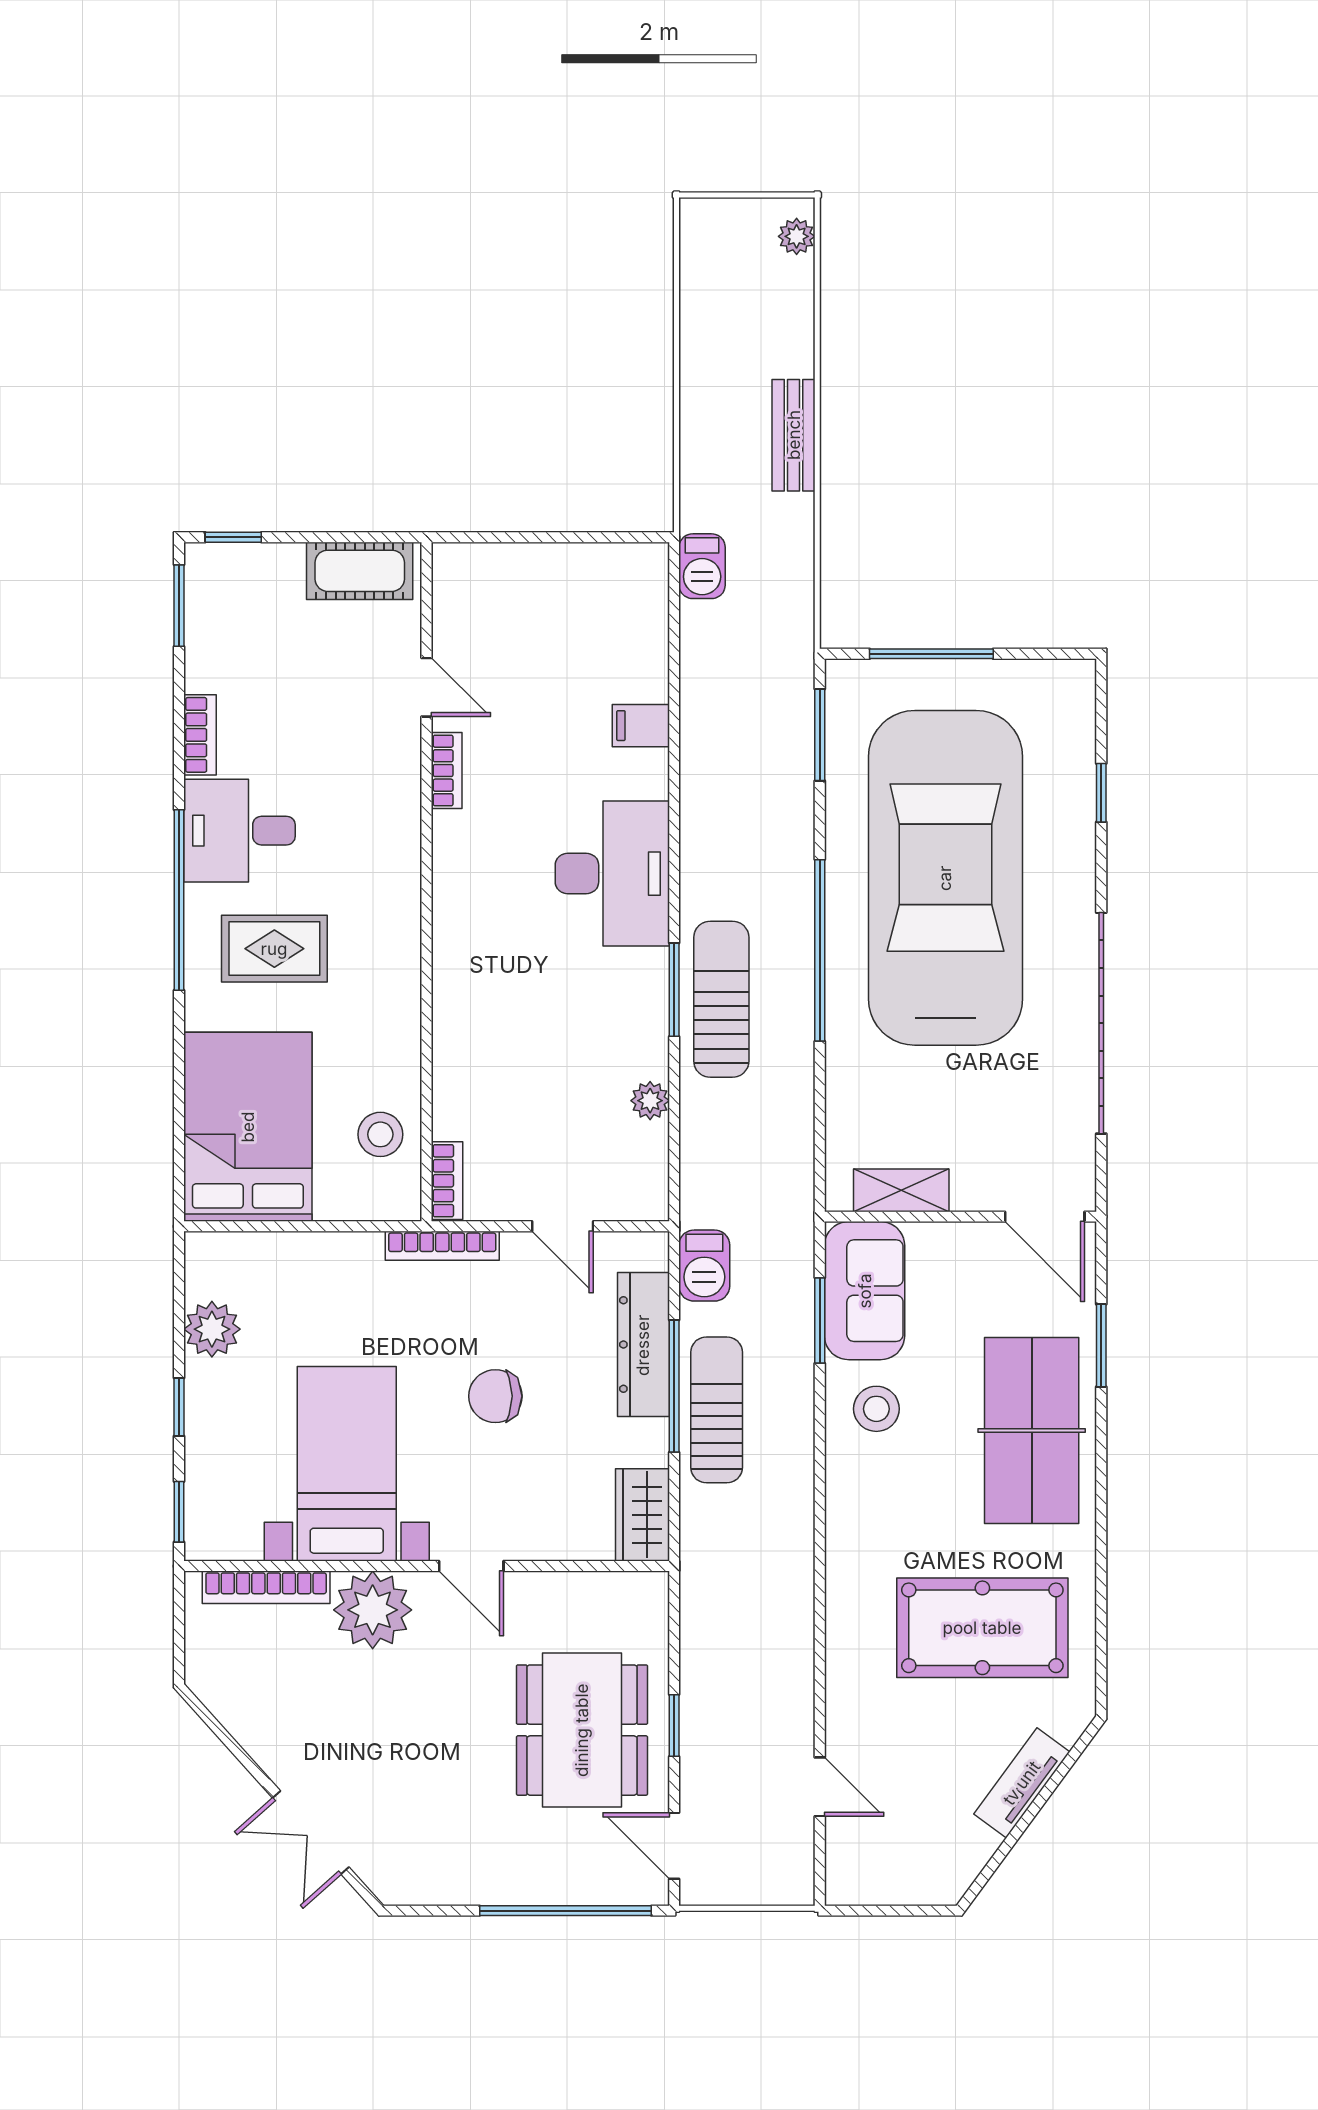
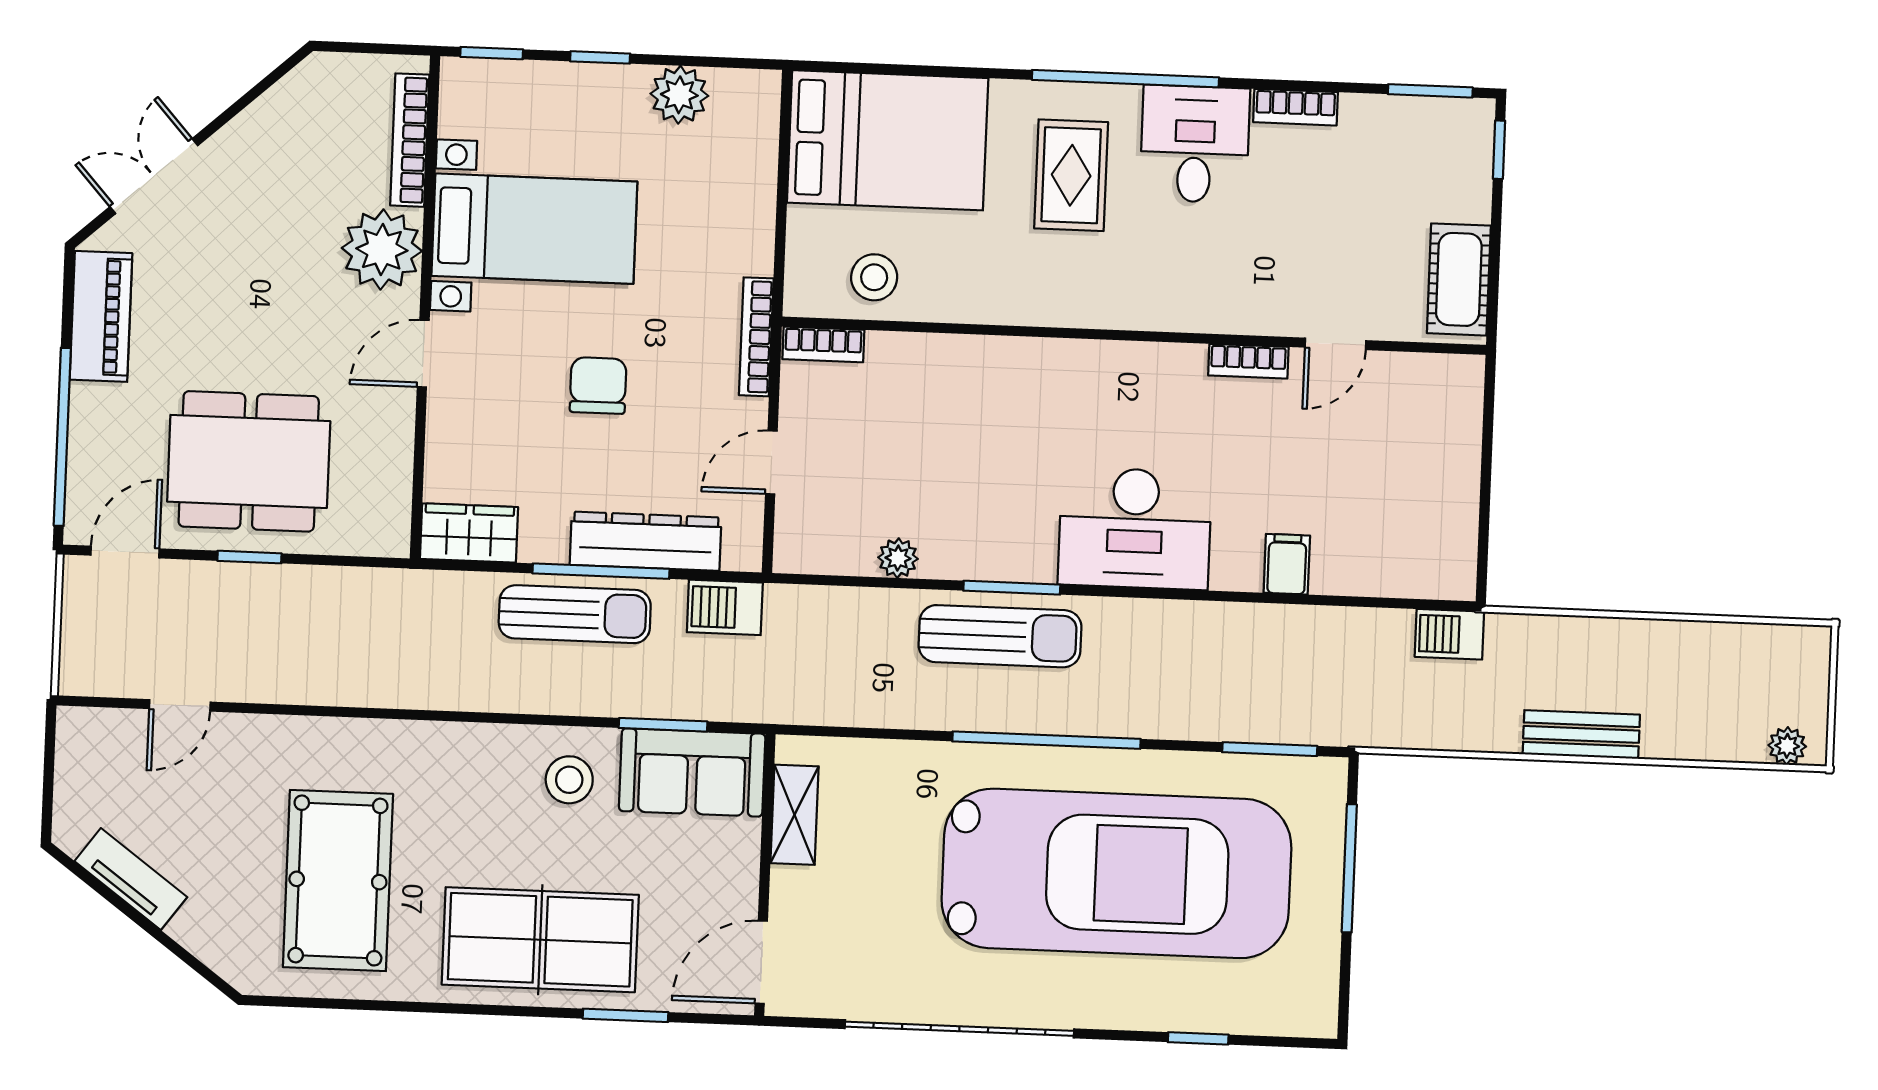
tv unit: (1022, 1783) -> (131, 879), moved
piano: (448, 1878) -> (101, 316), added

